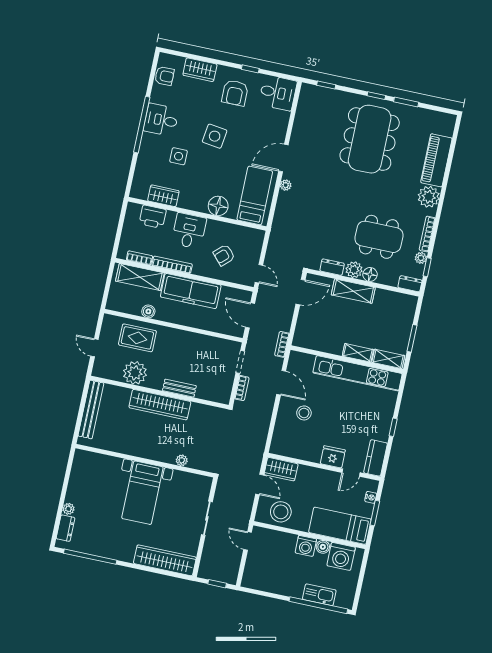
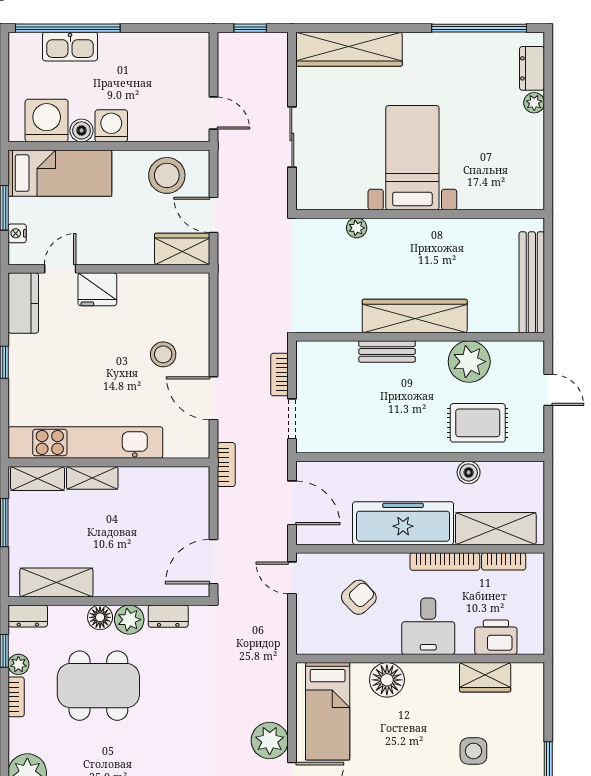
plant: (286, 185) -> (270, 741), width x1.87, depth x1.87
bookcase: (427, 234) -> (16, 697), width x0.64
shelving: (353, 291) -> (56, 582), moved

